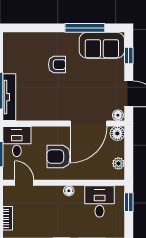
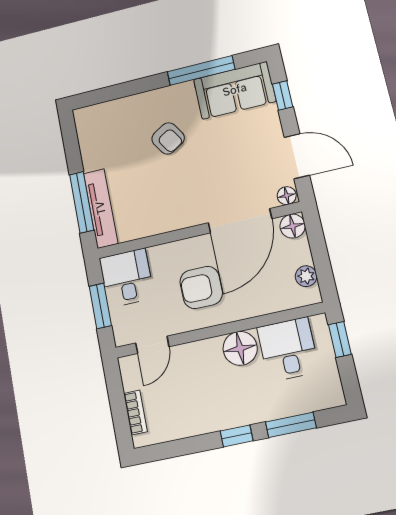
armchair: (57, 65) -> (168, 138), turned 58
door: (24, 183) -> (152, 345), swing flipped
floor lamp: (69, 191) -> (240, 348), width x1.89, depth x1.89

